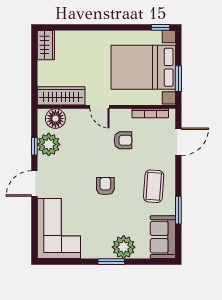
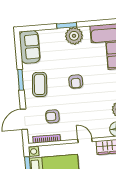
armchair: (123, 140) -> (52, 116), moved
window: (178, 210) -> (21, 80), moved
plant: (124, 247) -> (74, 36), moved

